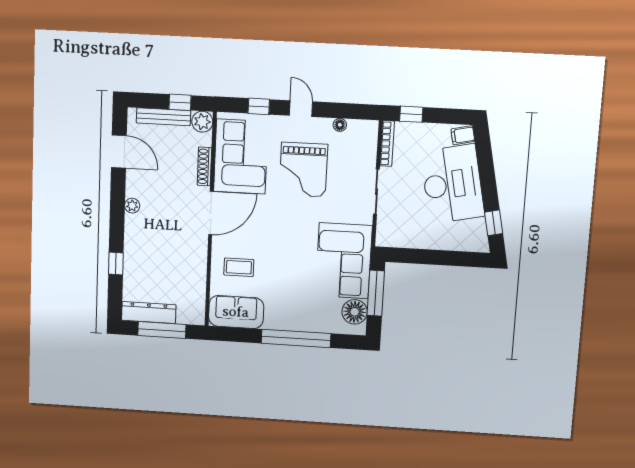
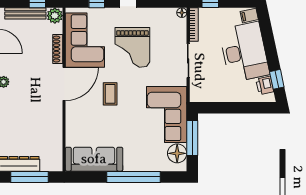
floor lamp: (340, 125) -> (182, 13), moved
printer: (477, 230) -> (265, 85), added
coffee table: (239, 267) -> (110, 94), moved, turned 90
sofa: (236, 312) -> (94, 159), width x1.36

